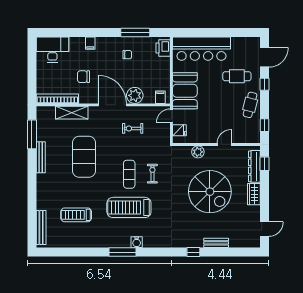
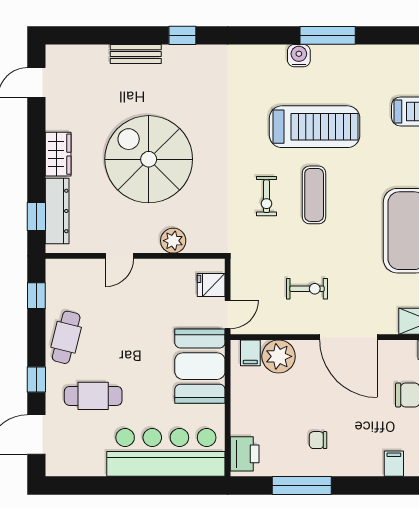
plant: (135, 95) -> (279, 356), moved

